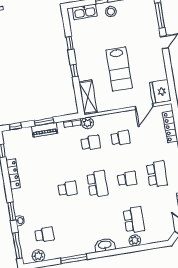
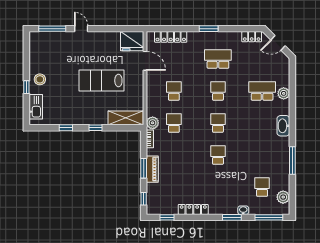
lab bench: (119, 69) -> (101, 81), turned 180
school desk: (97, 184) -> (218, 123), width x0.54

